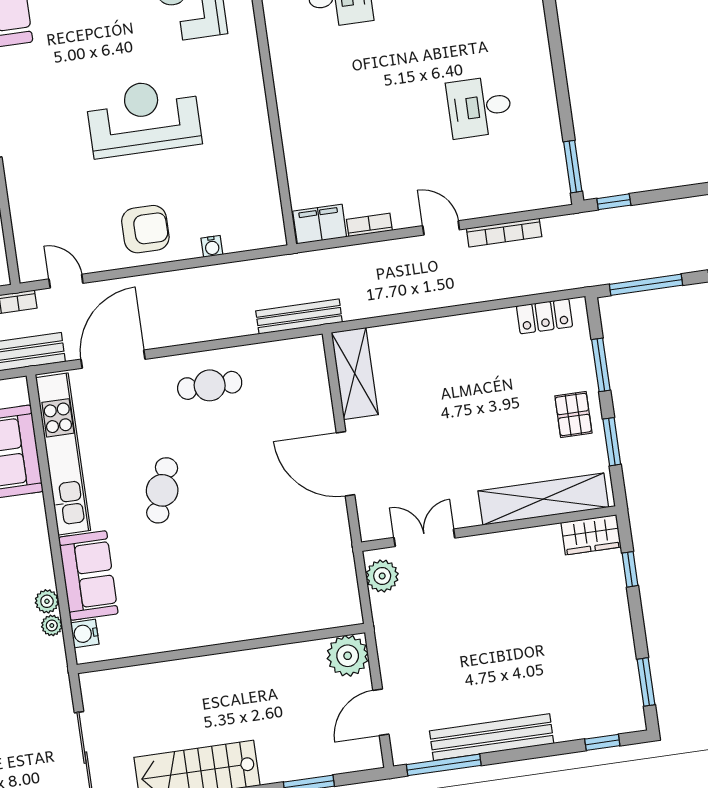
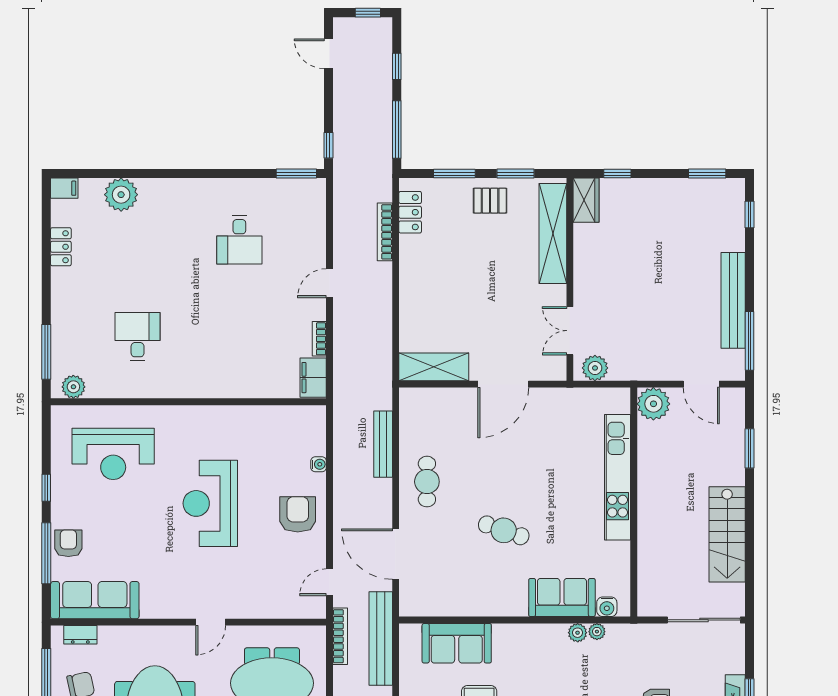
bookcase: (504, 233) -> (385, 232), moved, turned 180
bench: (299, 317) -> (383, 444), moved
kitchen unit: (63, 454) -> (617, 477), moved, turned -90

